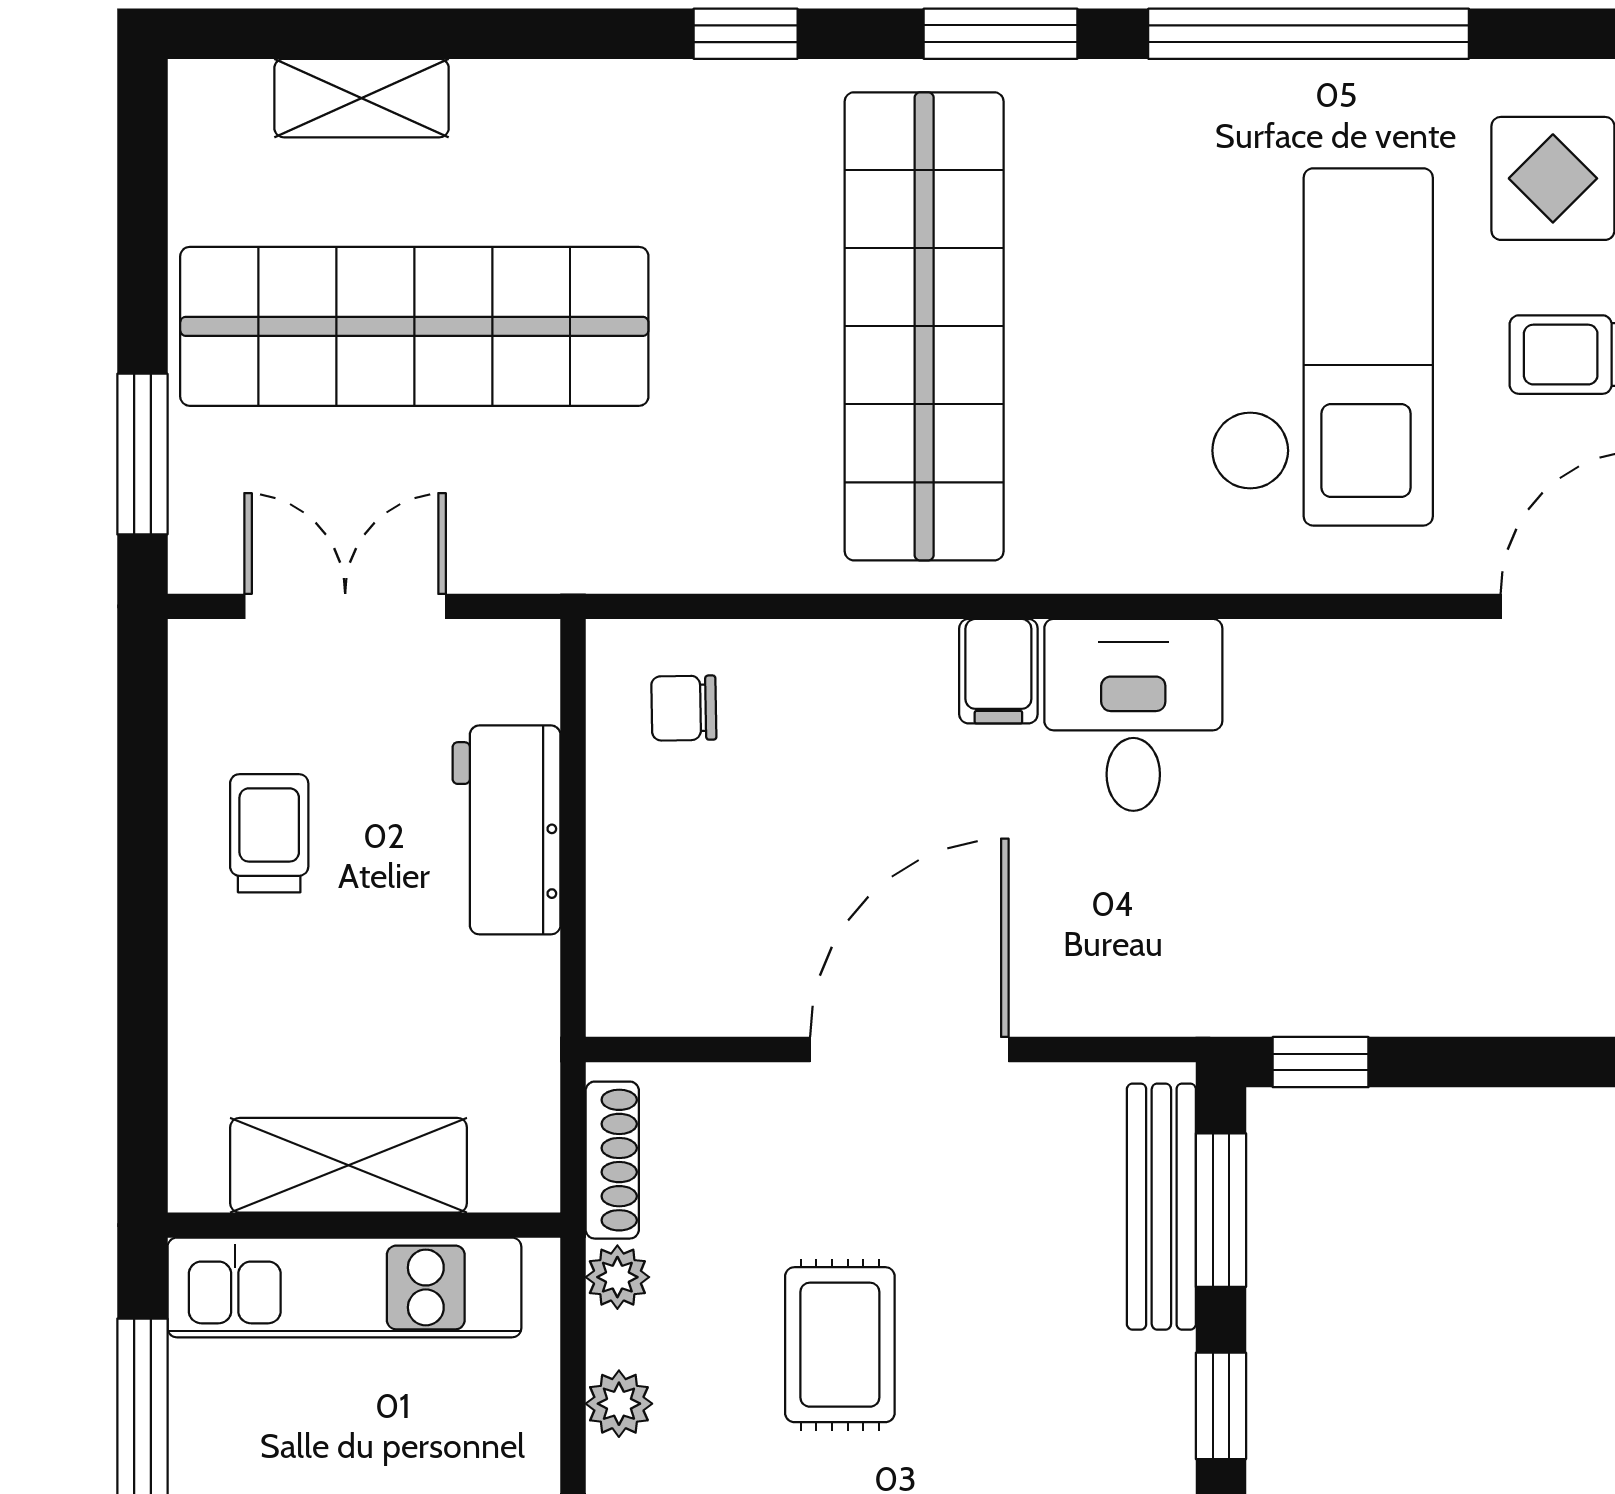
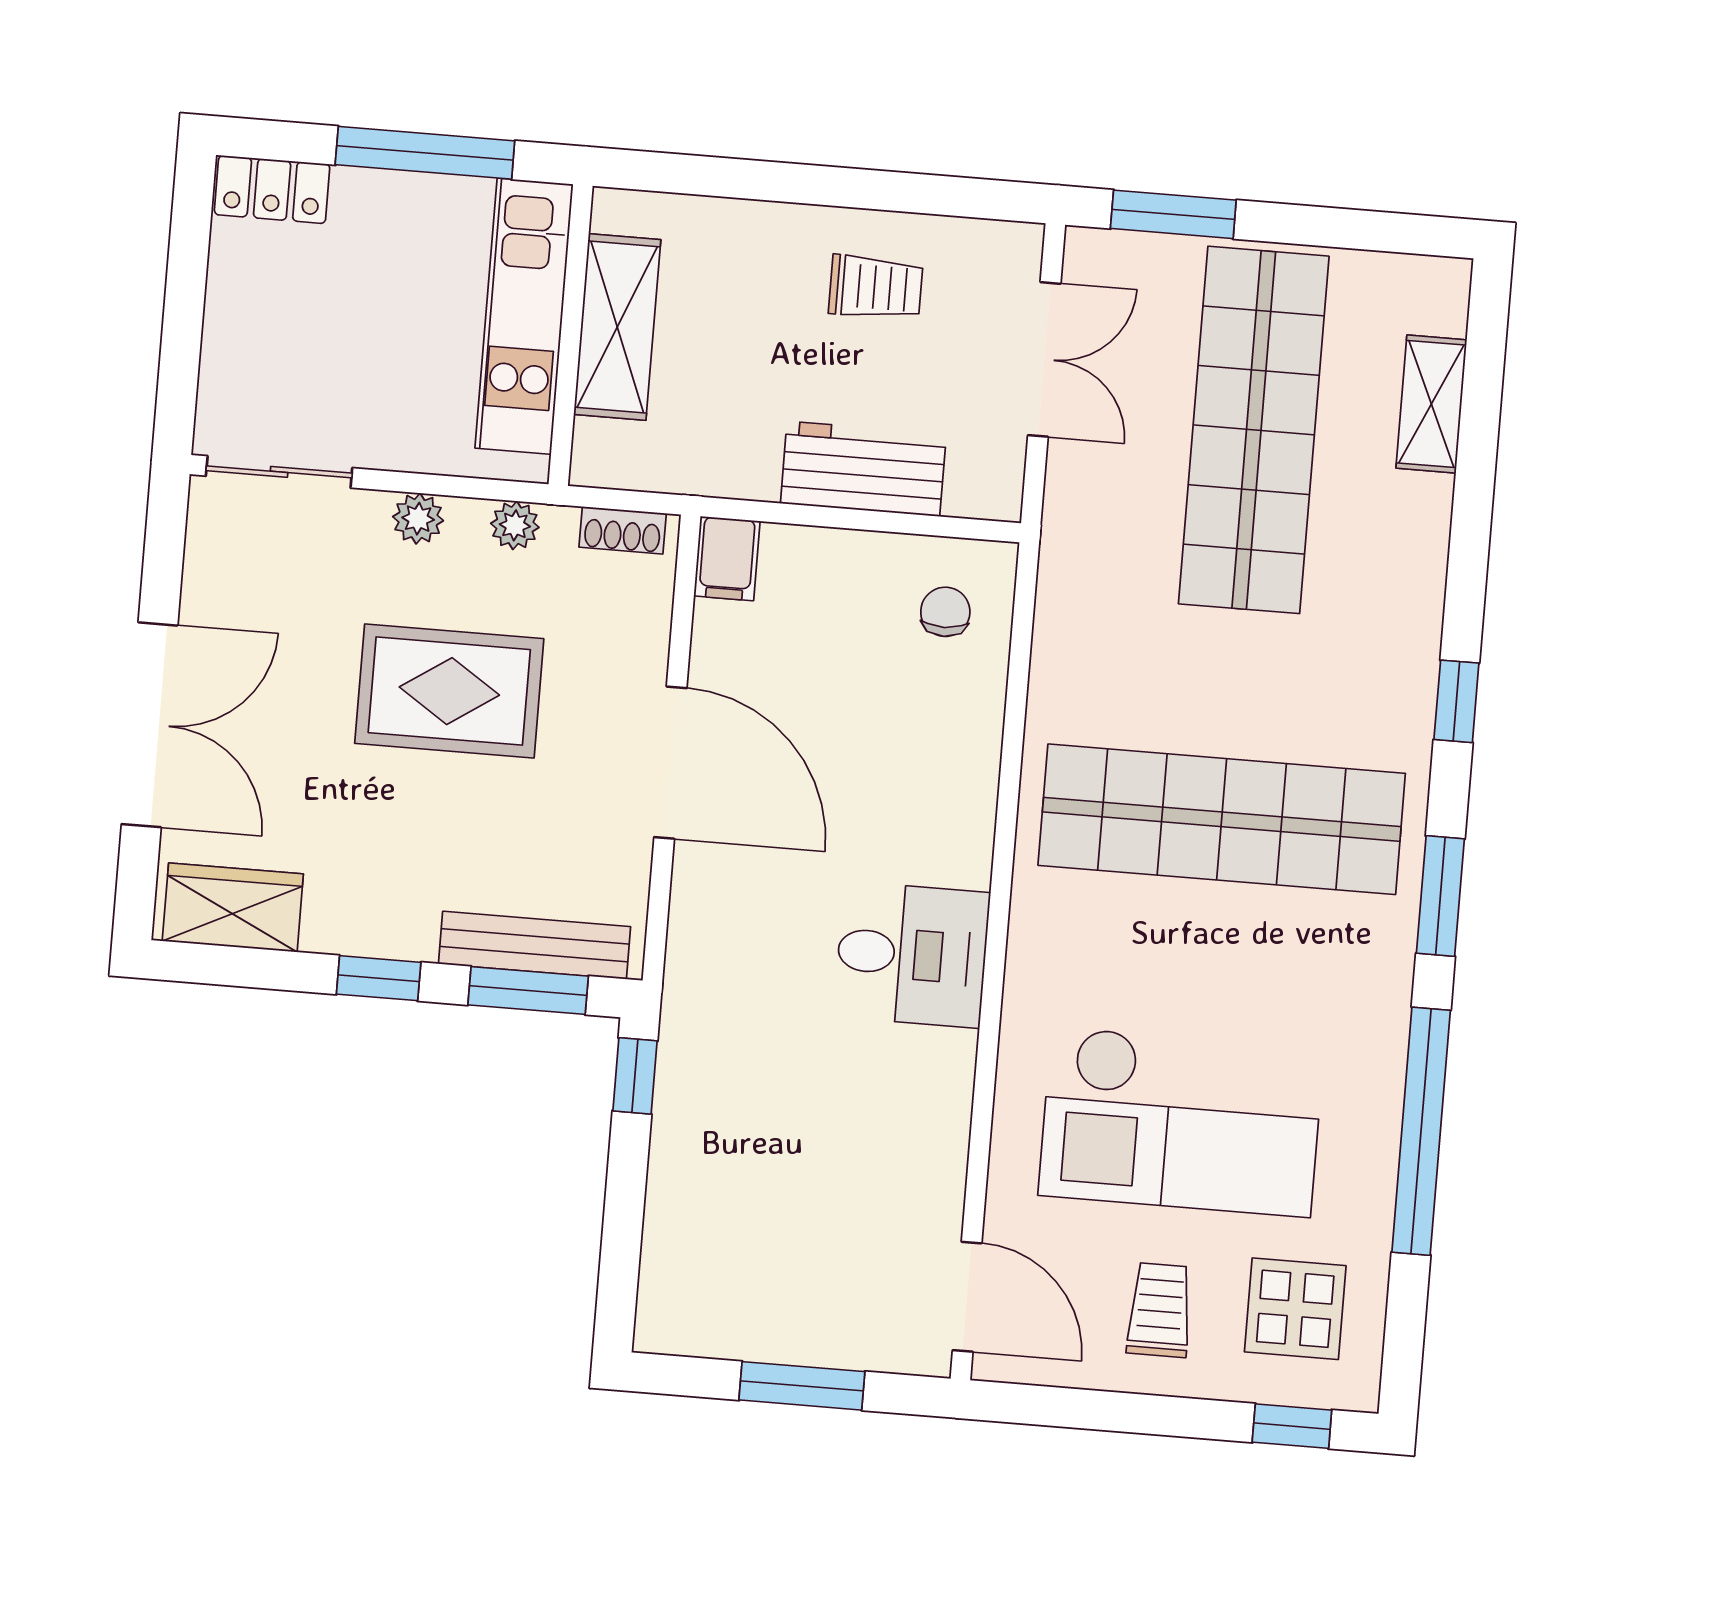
filing cabinet: (998, 671) -> (727, 558), moved, turned -90
shoe rack: (612, 1160) -> (623, 530), width x0.70
rug: (840, 1345) -> (449, 691), width x1.36, depth x1.43

